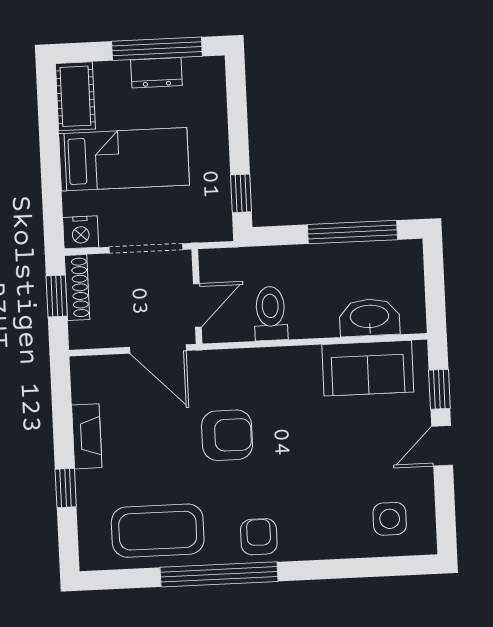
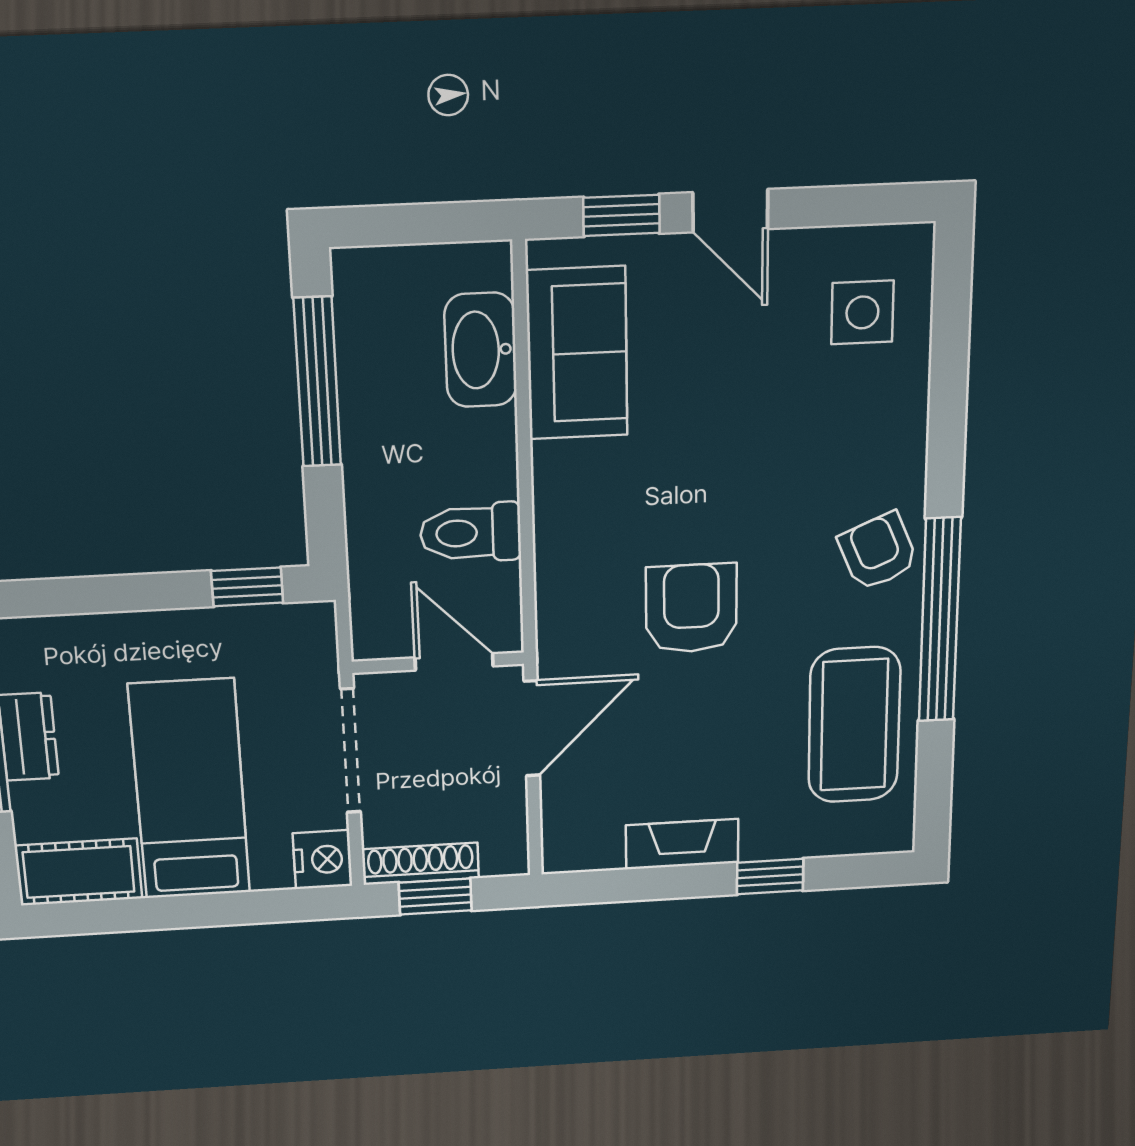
armchair: (259, 537) -> (878, 551), turned 67

